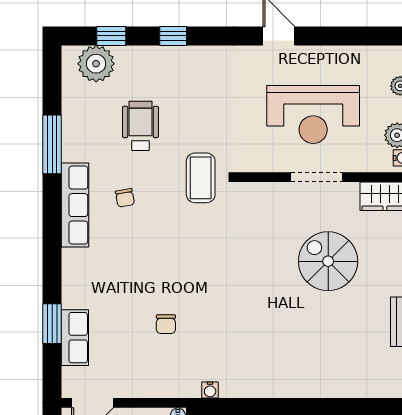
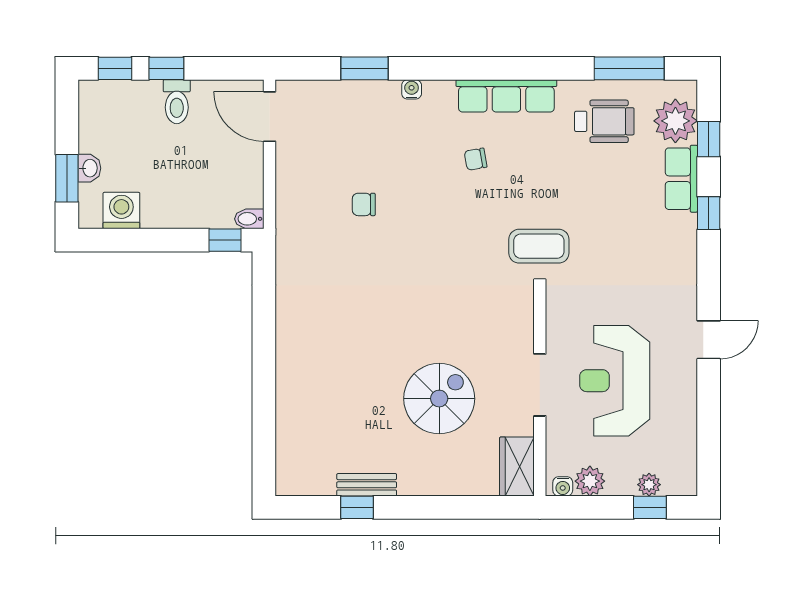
wheelchair: (140, 126) -> (604, 121), moved
window: (52, 144) -> (629, 68), moved
chair: (125, 198) -> (476, 159), moved
row of seats: (75, 338) -> (681, 179), moved, turned 90
water cooler: (210, 390) -> (412, 89), moved, turned 90

